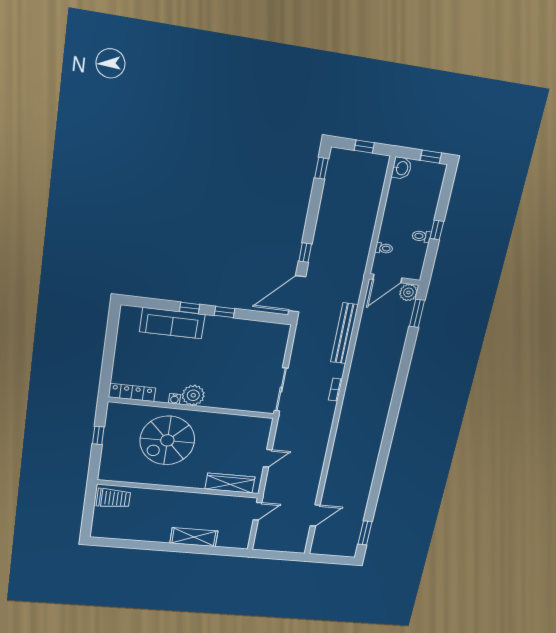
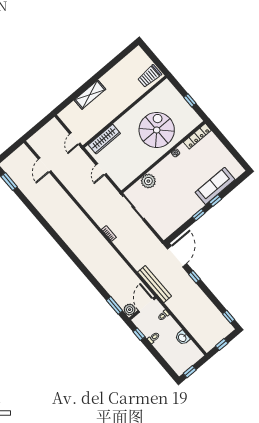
washbasin: (402, 168) -> (182, 338), moved
window: (437, 230) -> (139, 334), moved
bench: (344, 333) -> (155, 284), moved
plant: (193, 395) -> (148, 181), moved

